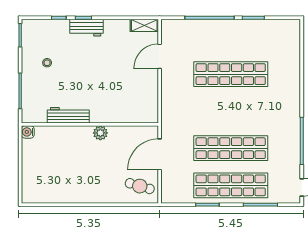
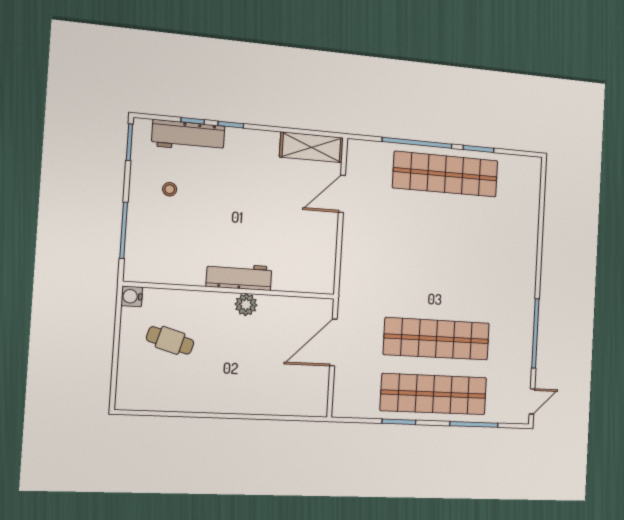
shelving: (144, 25) -> (312, 147), width x1.50, depth x1.33
workbench: (87, 28) -> (188, 136), moved, width x1.38
shop shelf: (231, 74) -> (445, 174), moved
workbench: (68, 115) -> (239, 277), moved
cafe table: (140, 186) -> (170, 340), moved

